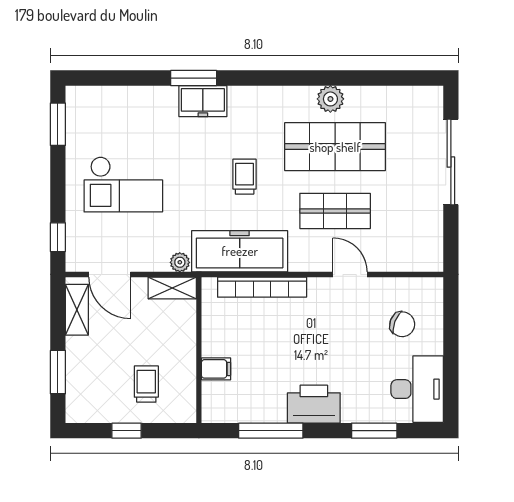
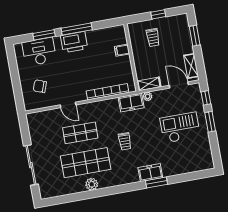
window: (58, 124) -> (210, 122), moved
freezer: (240, 251) -> (131, 103), width x0.52, depth x0.79
desk: (417, 389) -> (39, 52), moved, turned 90
window: (271, 431) -> (77, 29), moved

